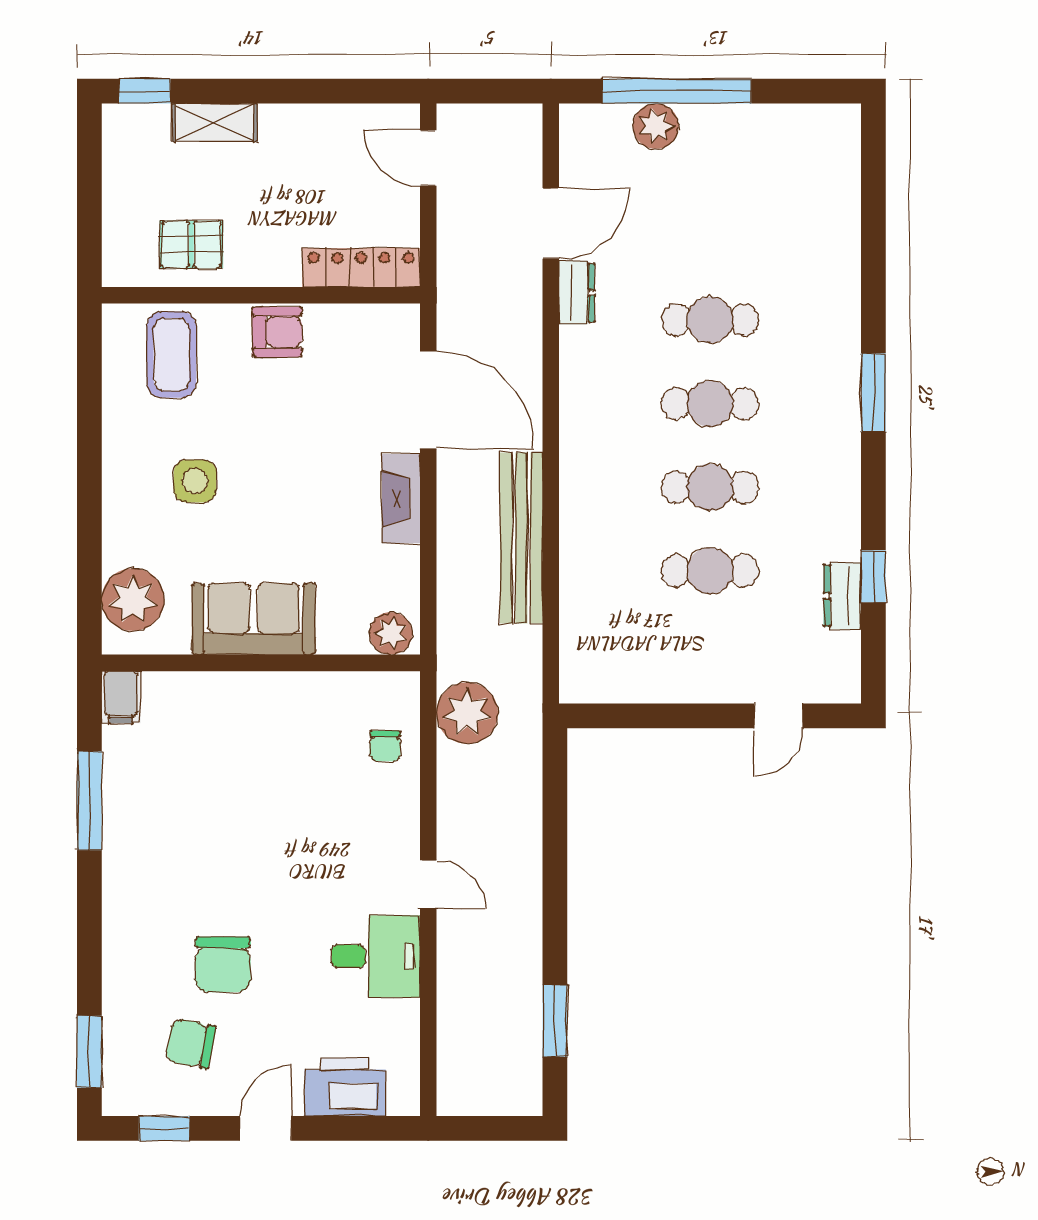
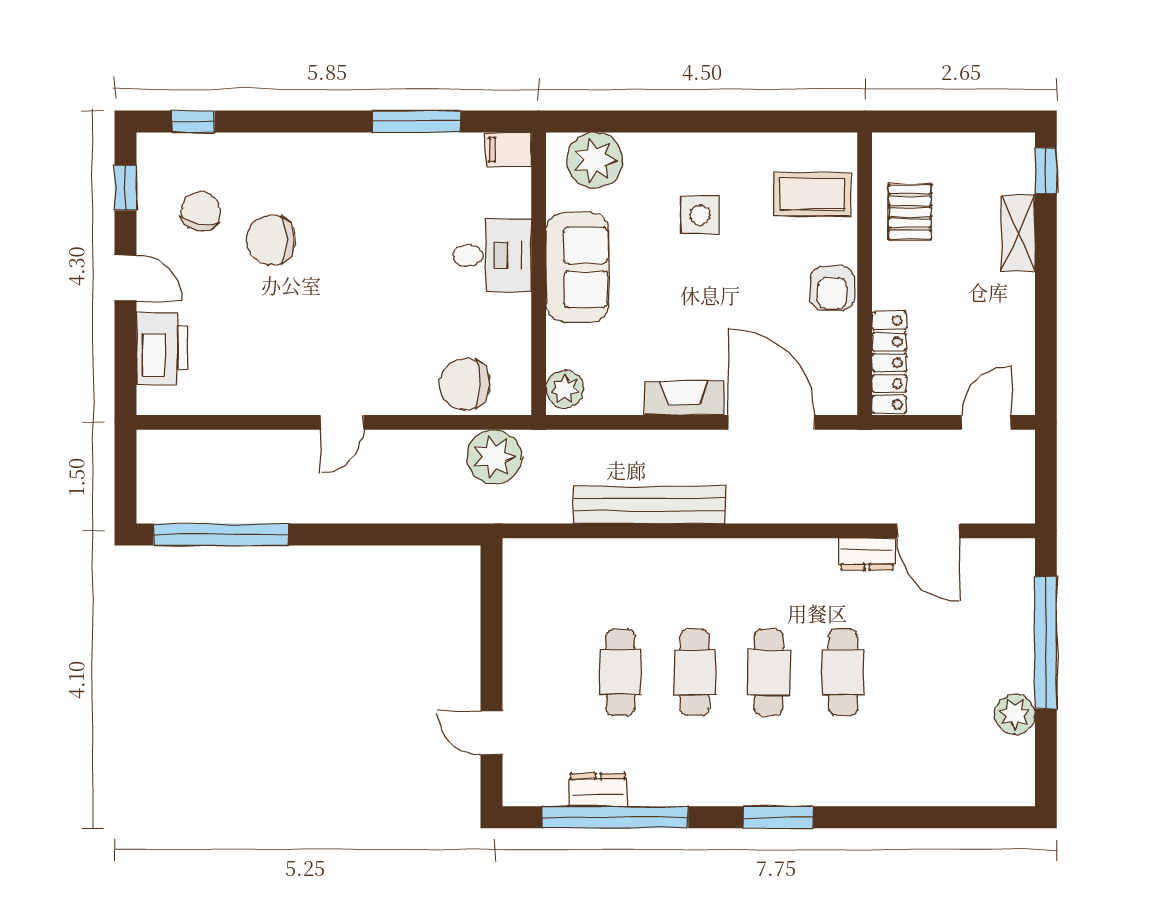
plant: (656, 126) -> (1015, 714), moved
door: (428, 400) -> (772, 422), swing flipped
window: (873, 576) -> (615, 817), width x3.17
chair: (385, 746) -> (465, 384), width x1.87, depth x1.87
desk: (376, 956) -> (492, 256), moved, turned -90
window: (555, 1021) -> (221, 535), width x2.11
window: (89, 1052) -> (193, 121), width x0.67

